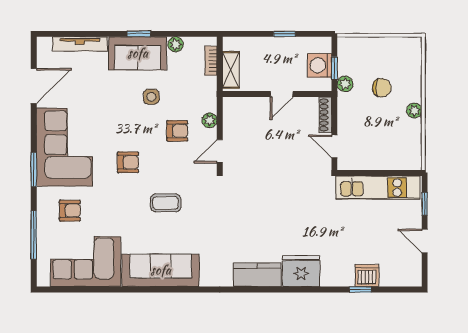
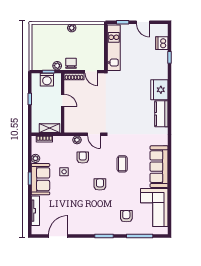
door: (34, 86) -> (58, 236), hinge flipped
chair: (382, 88) -> (71, 63), moved
door: (334, 146) -> (91, 72), hinge flipped
corner sofa: (64, 147) -> (92, 219), removed
door: (425, 241) -> (143, 22), hinge flipped
dishwasher: (367, 276) -> (162, 43), moved

